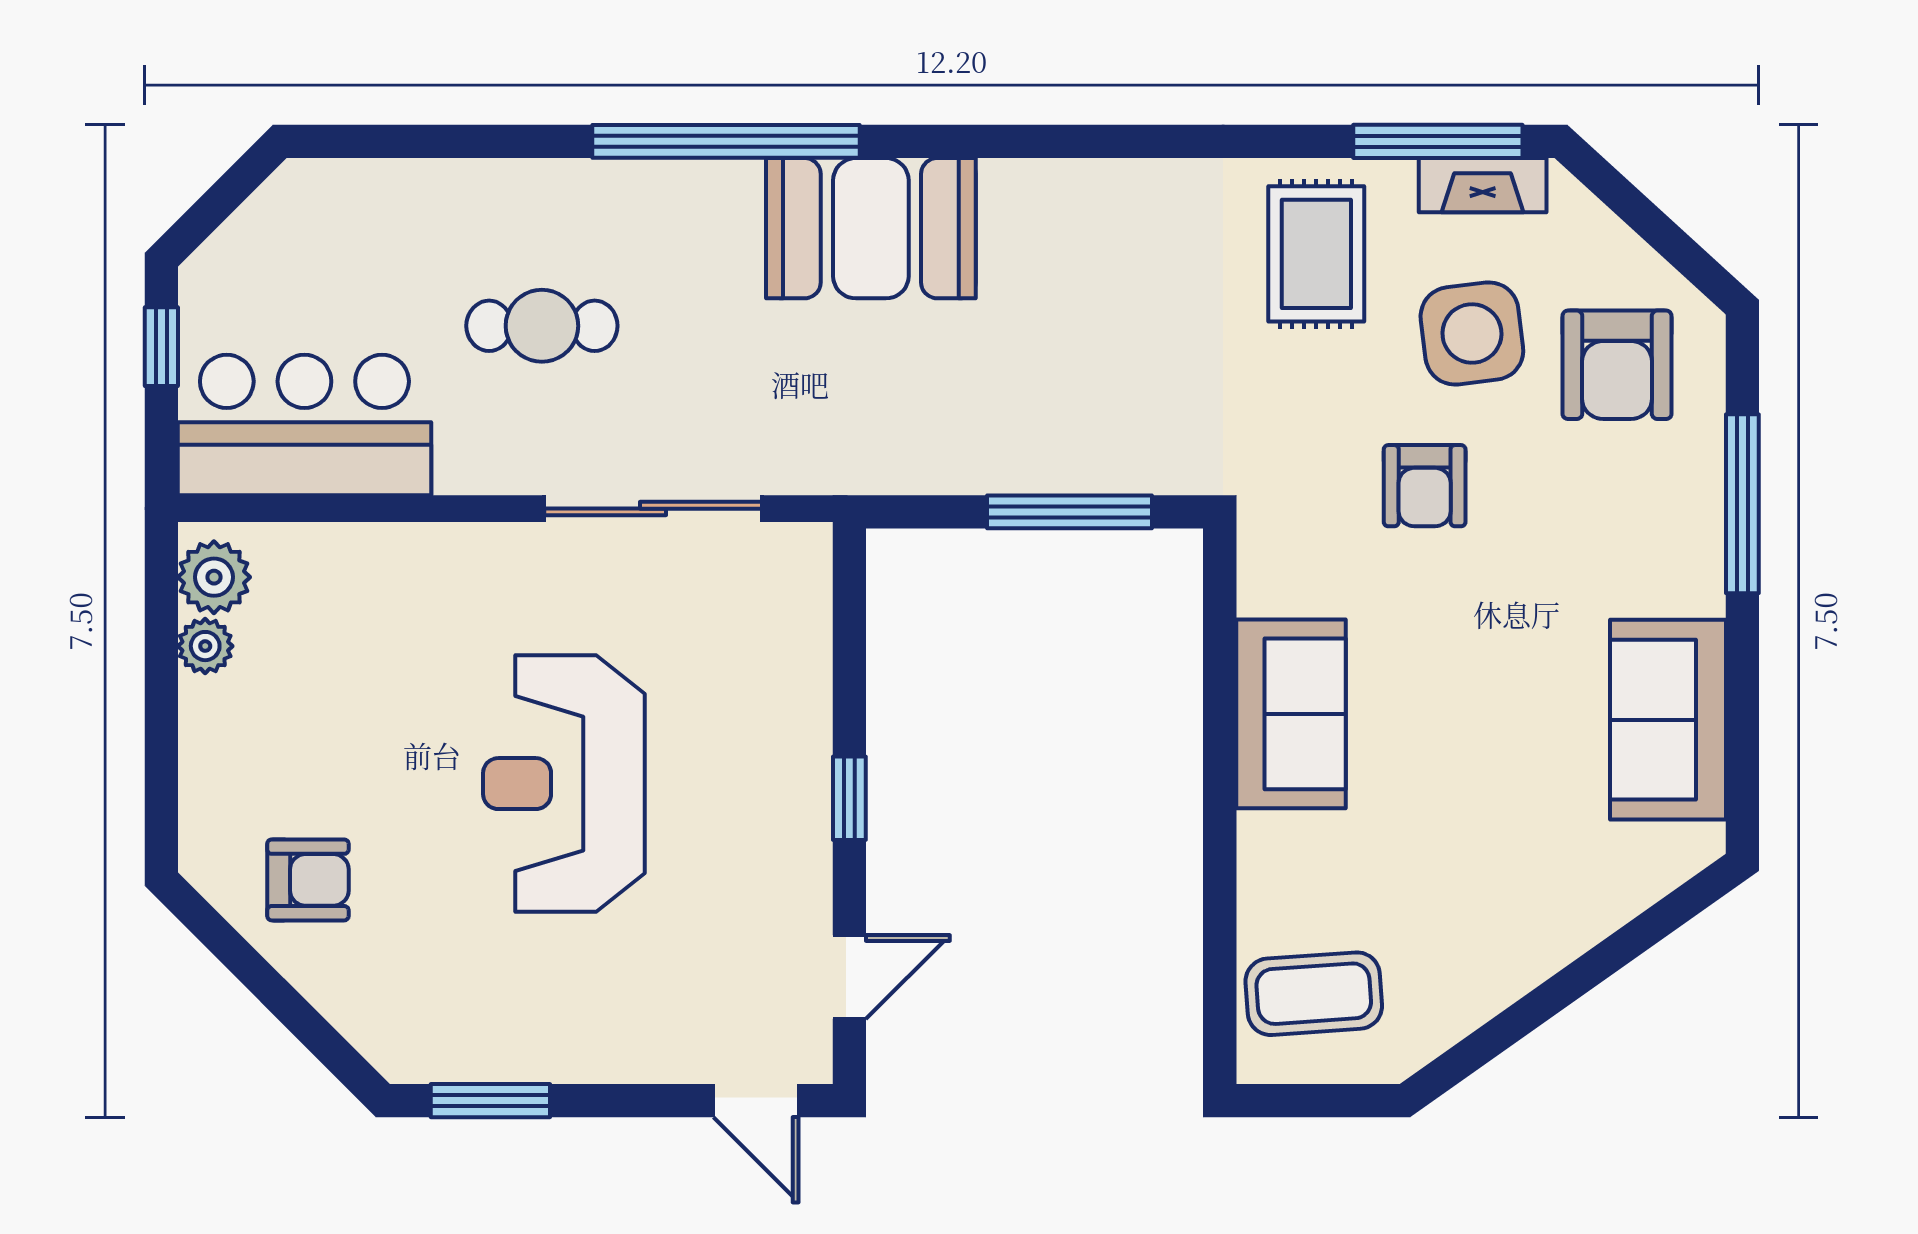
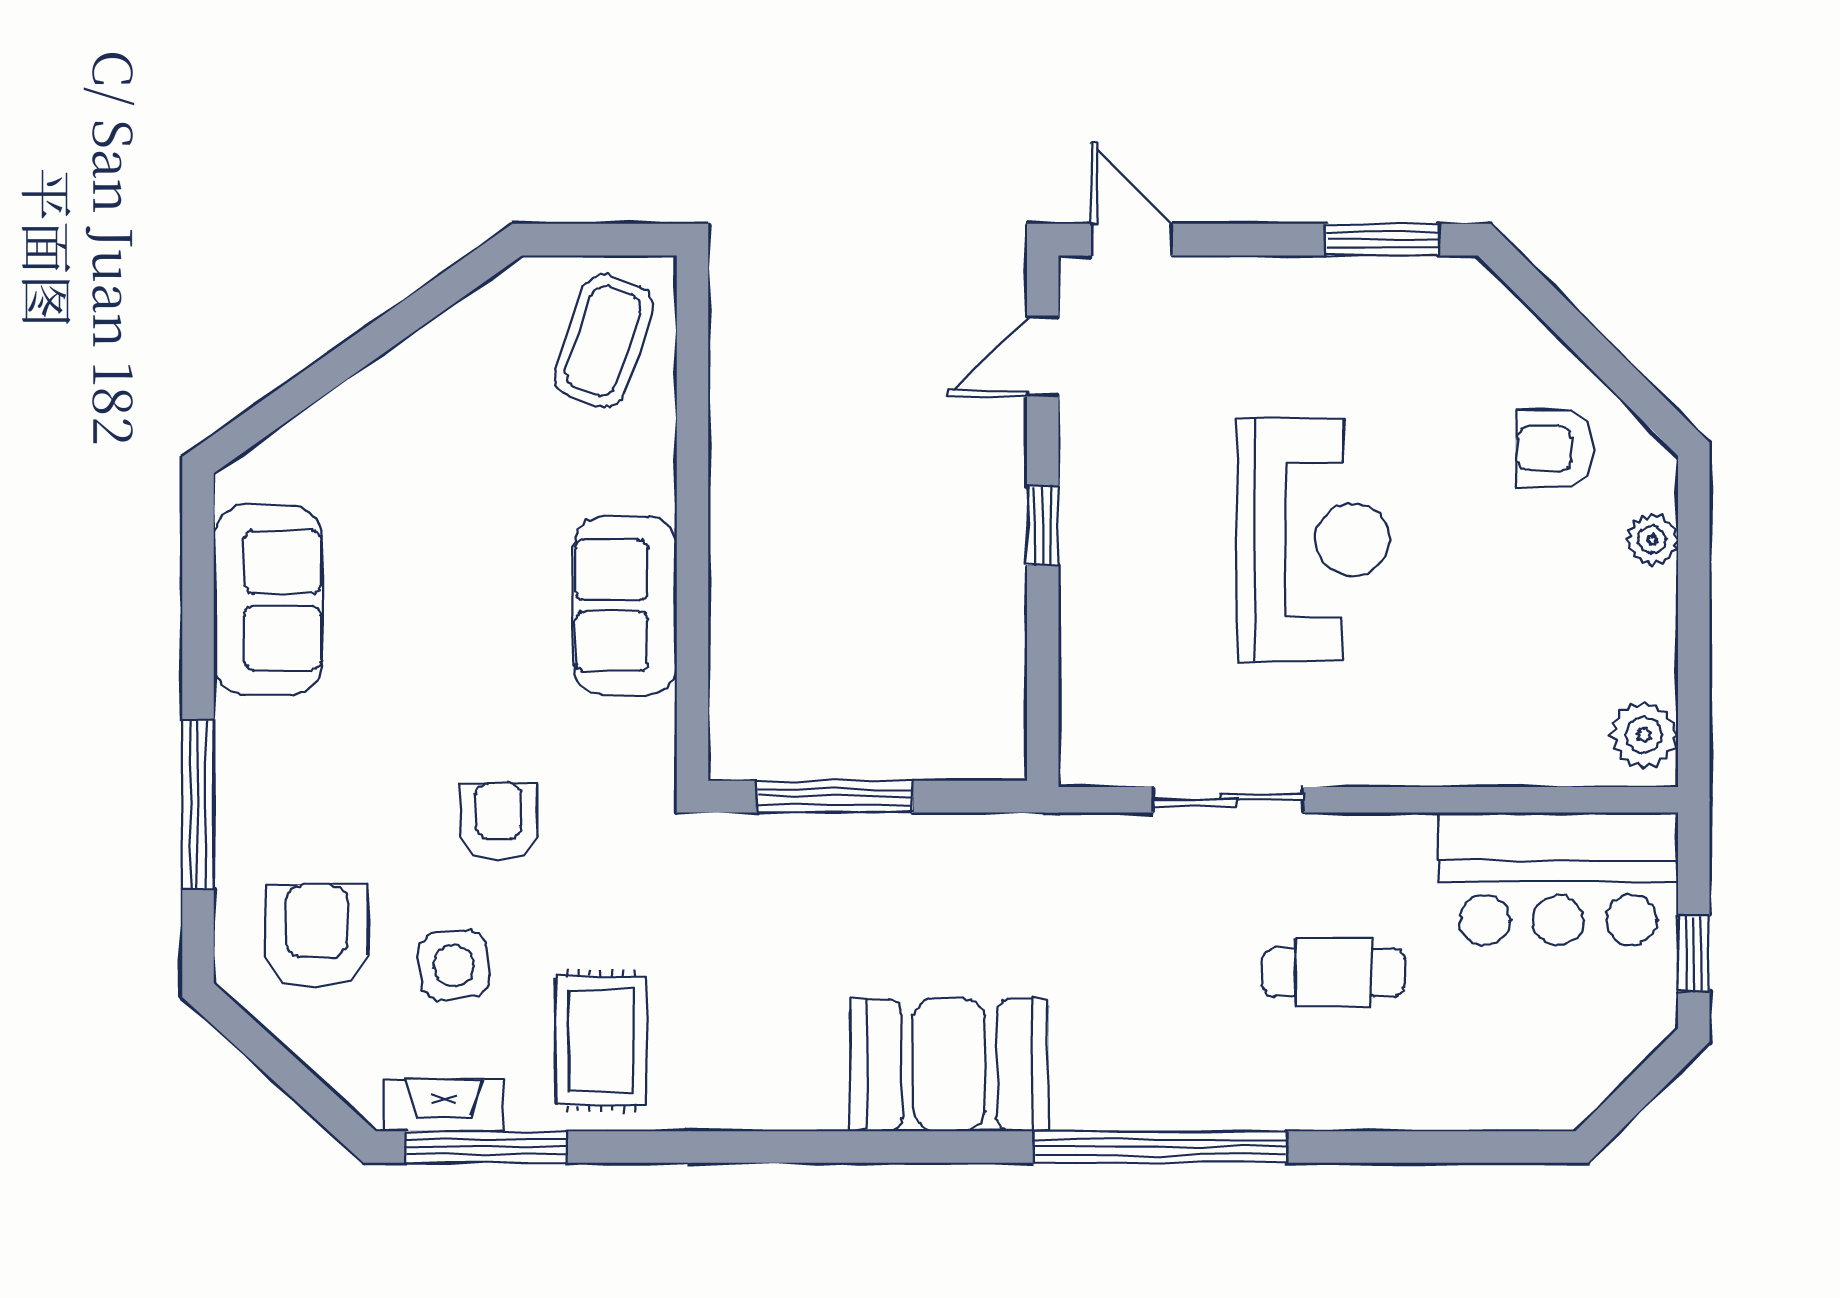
booth: (871, 228) -> (949, 1065), moved
side table: (1472, 333) -> (454, 965), width x0.73, depth x0.73
sliding door: (653, 509) -> (1228, 800), width x0.73
plant: (205, 646) -> (1652, 540), moved
coffee table: (1314, 994) -> (603, 341), turned -67

